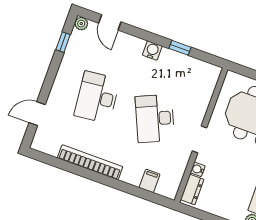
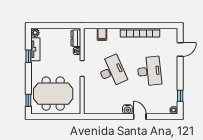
door: (110, 22) -> (140, 117), moved
window: (180, 48) -> (112, 117), removed

